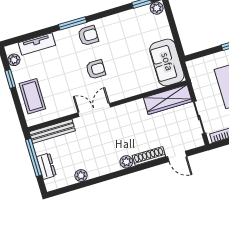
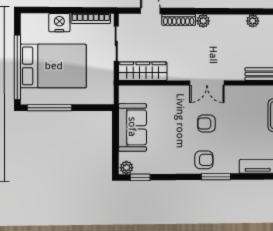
armchair: (88, 36) -> (204, 160), turned 180
sofa: (167, 62) -> (132, 127), moved
double door: (94, 110) -> (207, 83), moved

